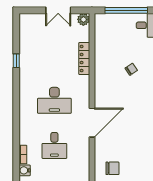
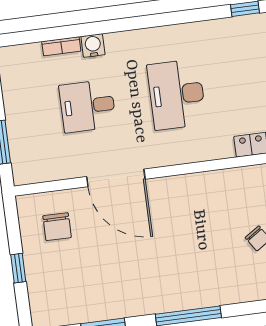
door: (92, 123) -> (116, 178), moved
water cooler: (25, 170) -> (93, 45), moved

